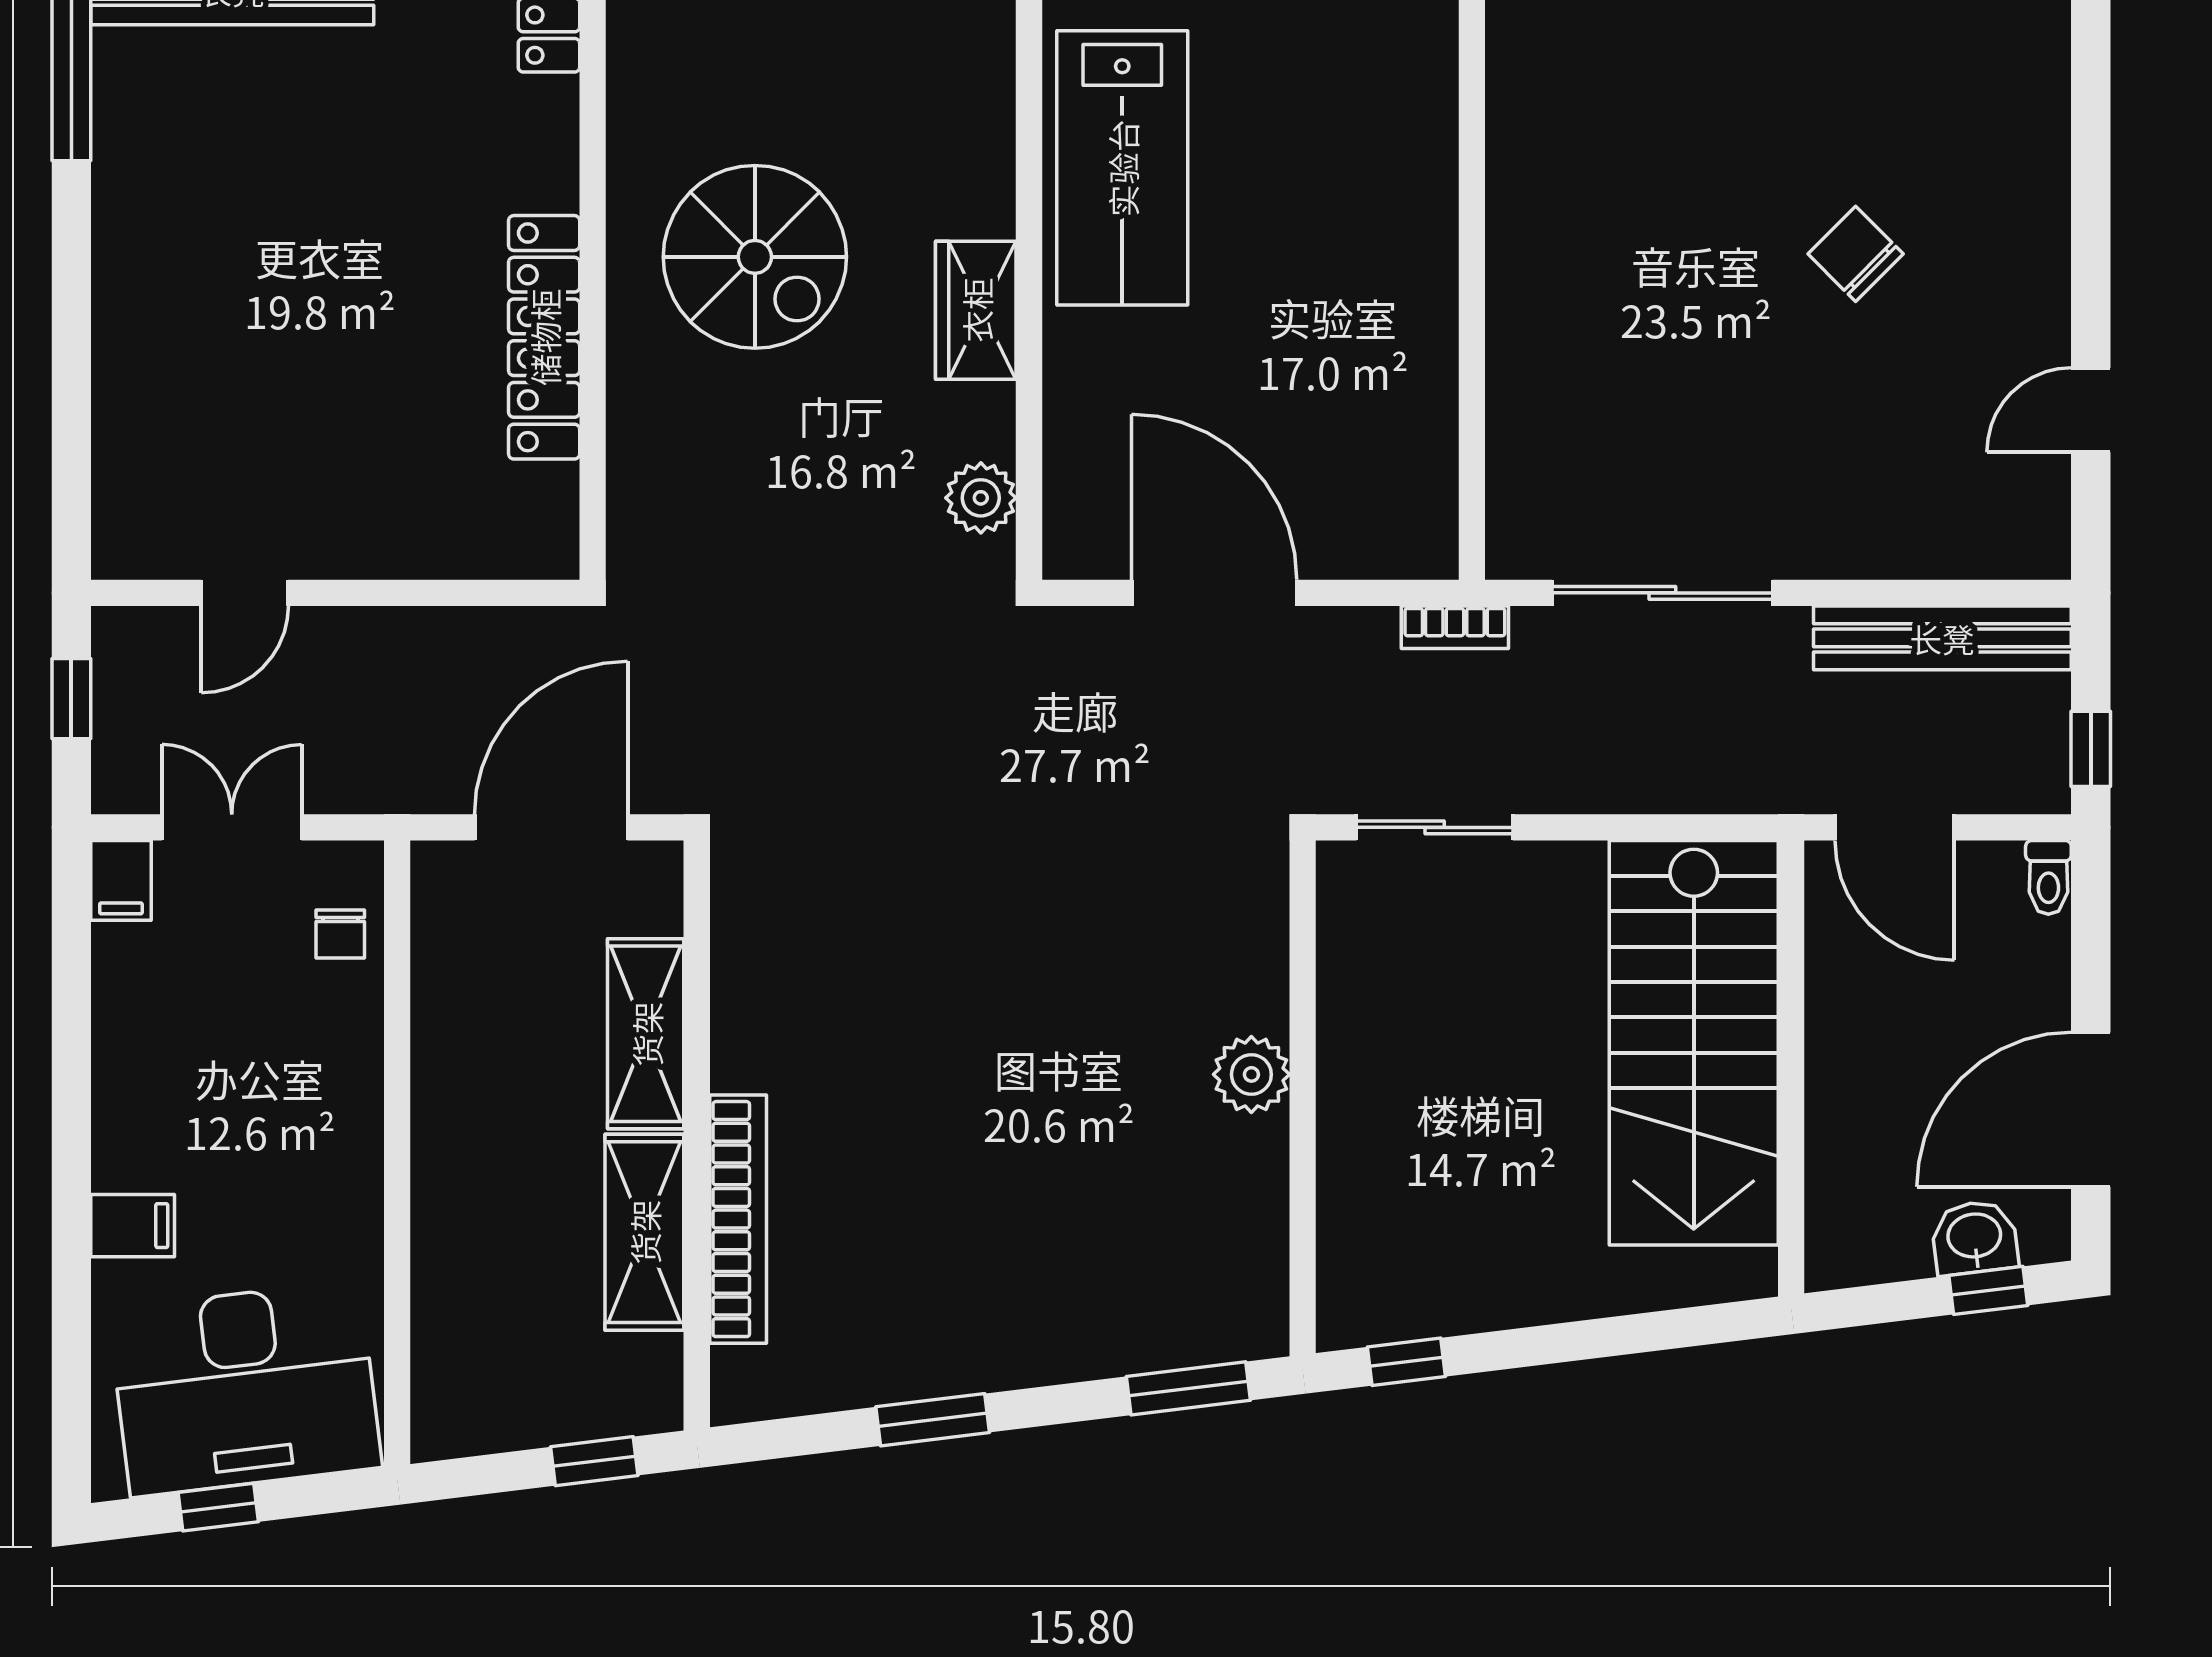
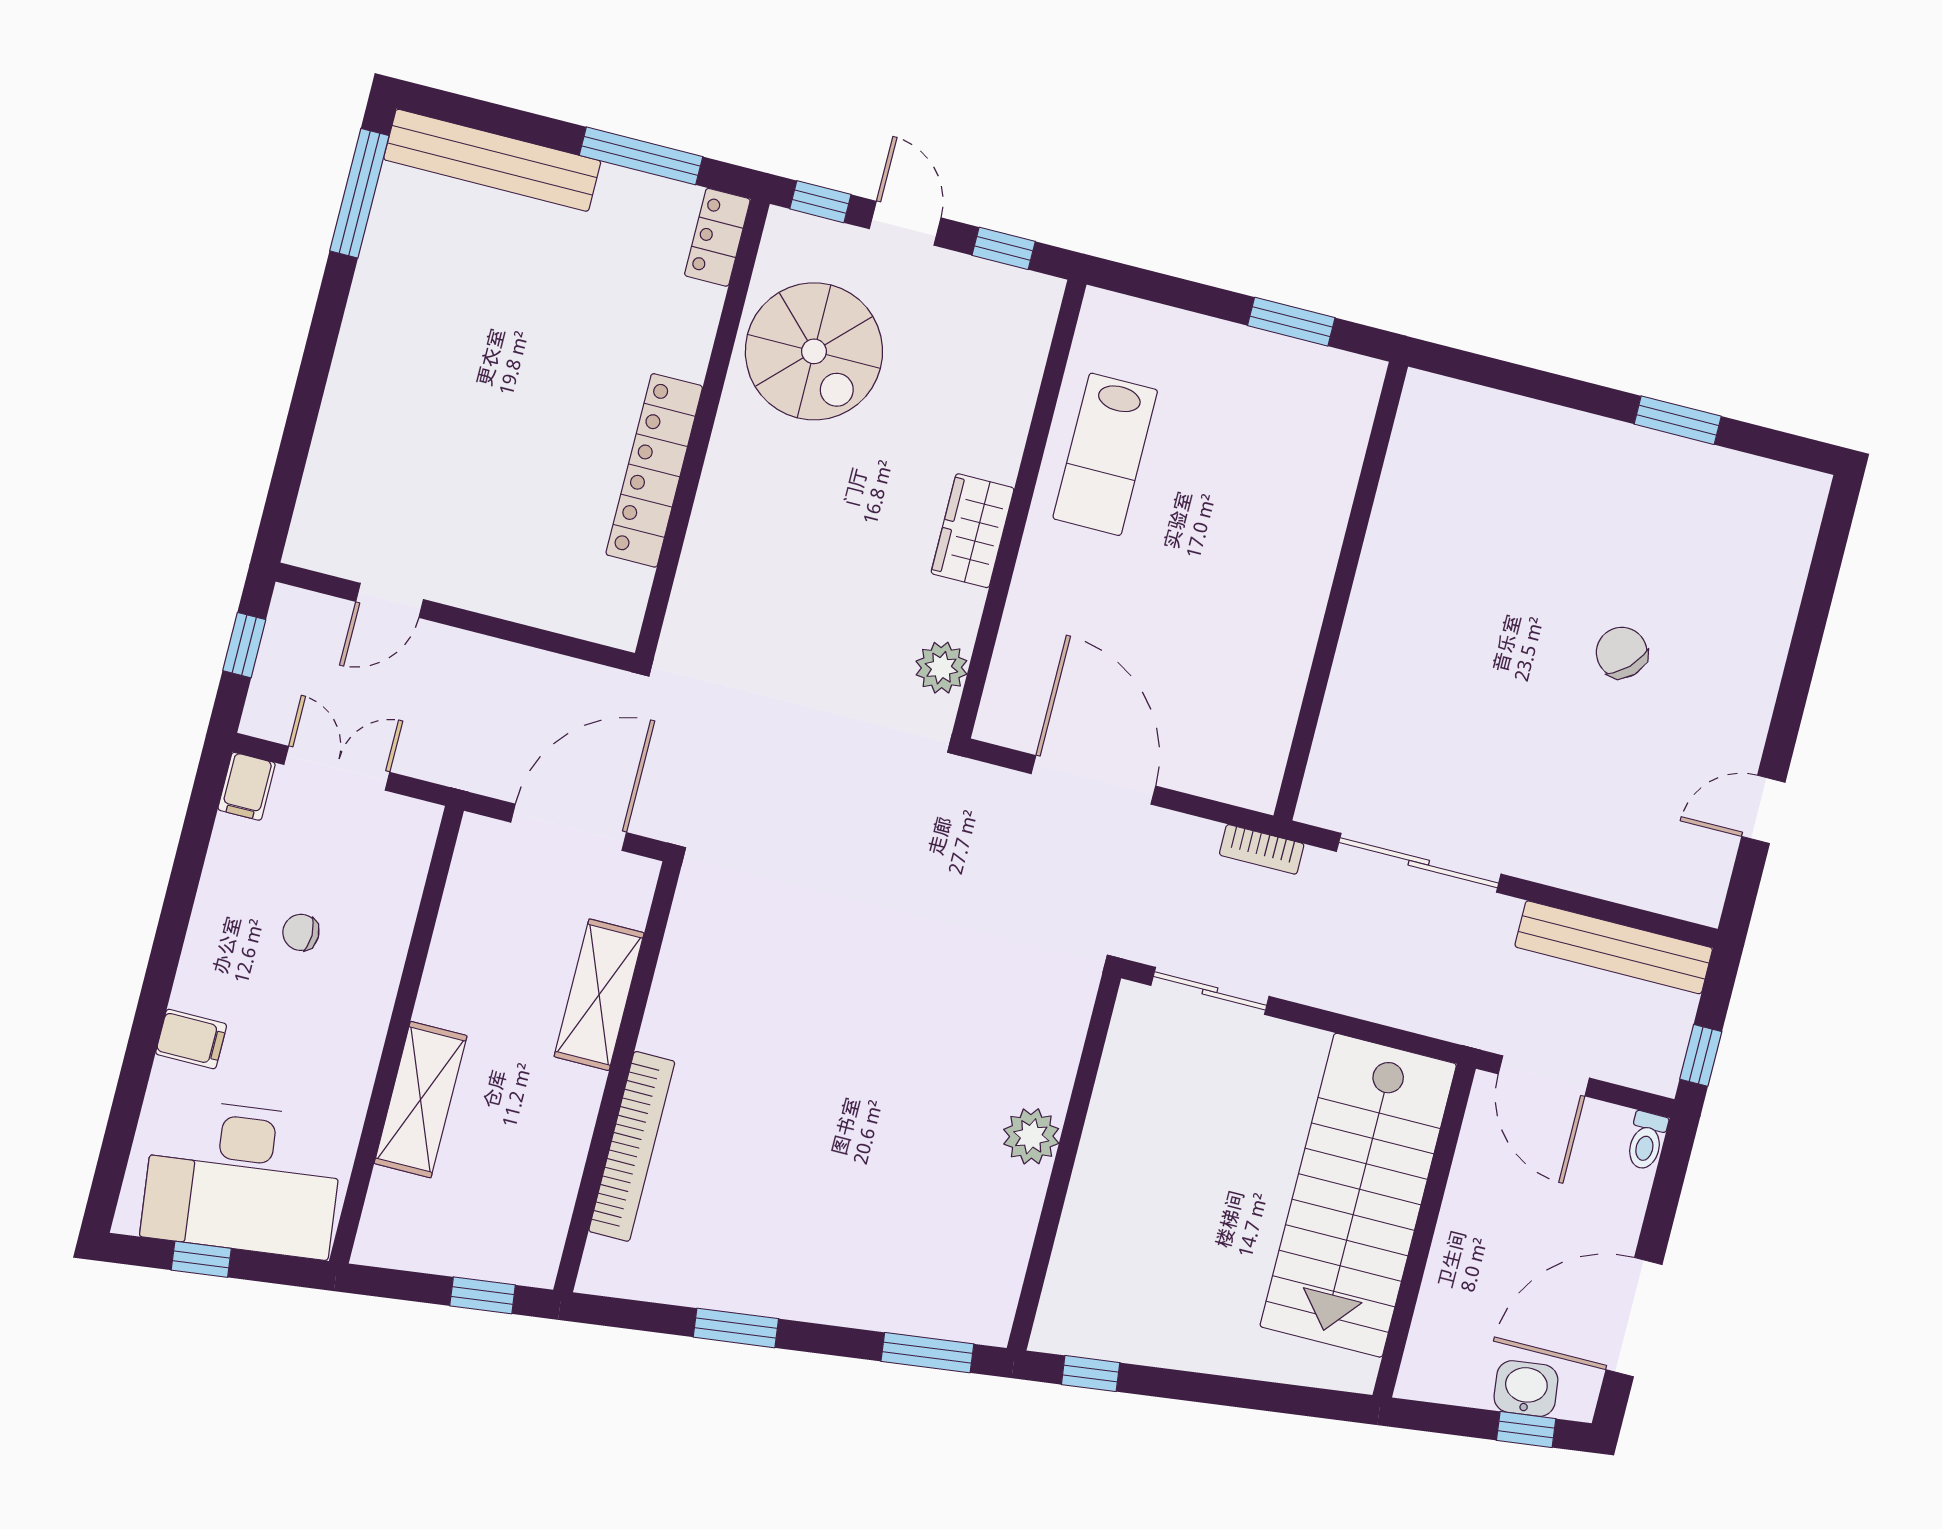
lab bench: (1122, 168) -> (1105, 454), width x0.73, depth x0.72
spiral stairs: (755, 257) -> (814, 351), moved
chair: (340, 934) -> (301, 932), moved, turned 90
shelving: (644, 1232) -> (421, 1100), moved

